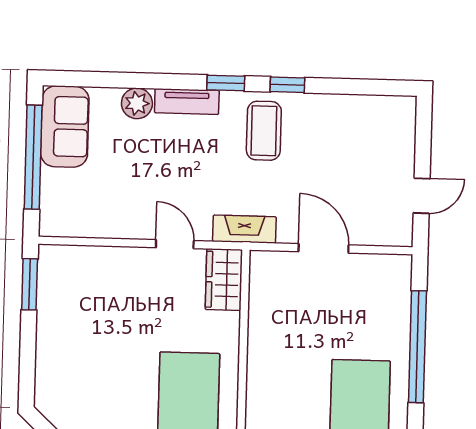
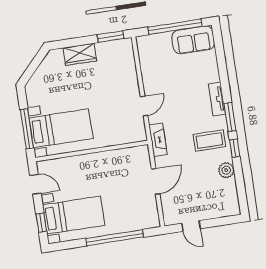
window: (226, 83) -> (230, 117), width x1.50
plant: (137, 103) -> (226, 170), moved
wardrobe: (224, 280) -> (80, 54), moved, turned 180

